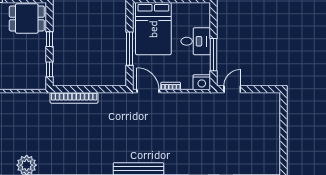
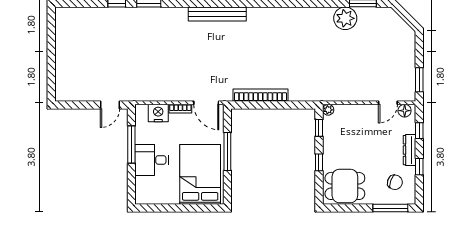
nightstand: (202, 82) -> (158, 113), moved
plant: (42, 85) -> (328, 110), added
bookcase: (74, 98) -> (260, 95), moved

